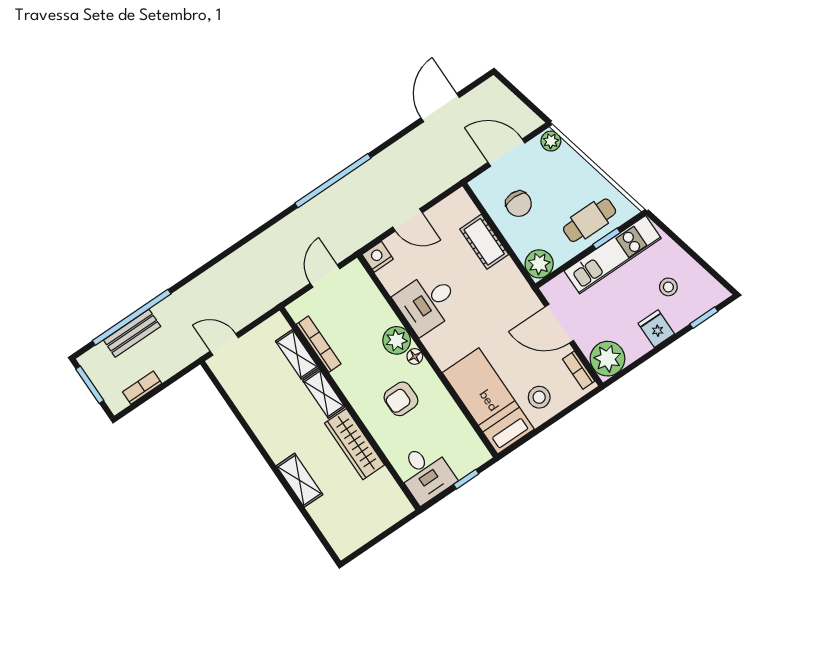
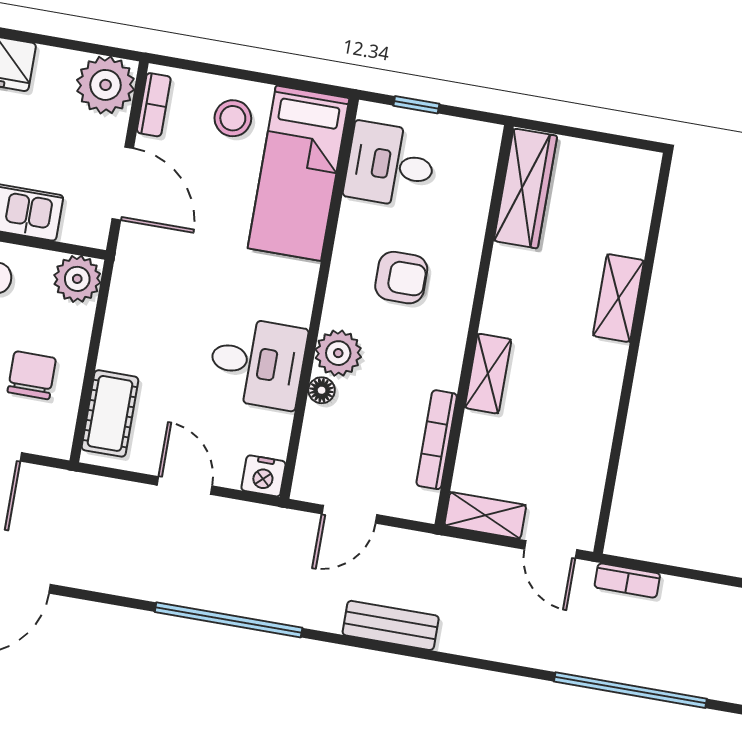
cot: (484, 242) -> (110, 413), moved
bench: (132, 333) -> (391, 625), moved
shelving: (297, 354) -> (485, 515), moved, turned 90
floor lamp: (415, 356) -> (322, 390), moved
bookcase: (142, 388) -> (627, 580), moved
wardrobe: (355, 444) -> (525, 188), moved
desk: (425, 473) -> (390, 165), moved, turned -90

